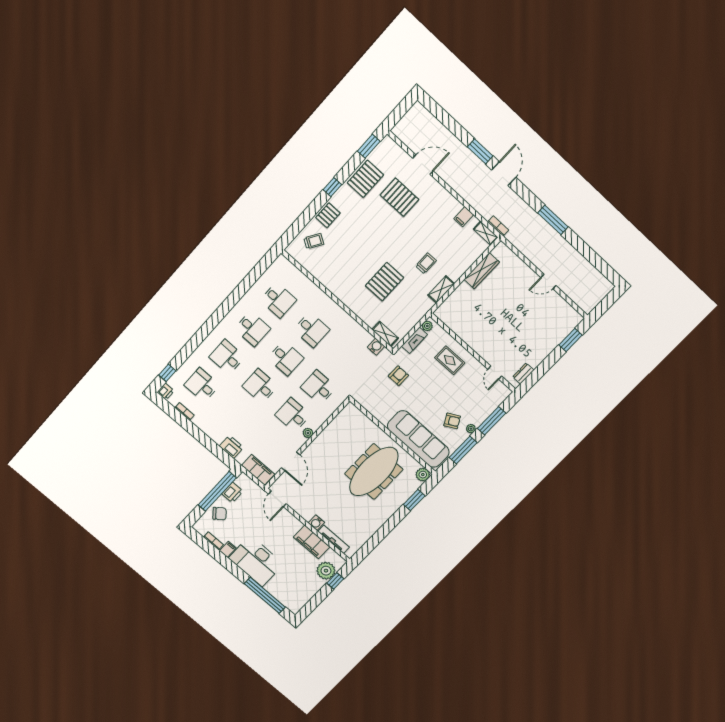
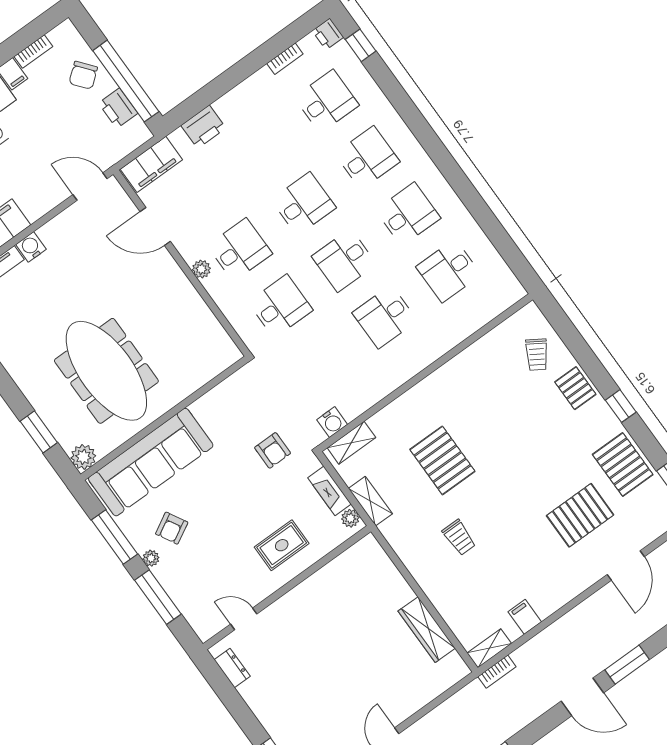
shelving: (441, 289) -> (370, 501), moved
desk: (252, 329) -> (408, 214), turned 180

